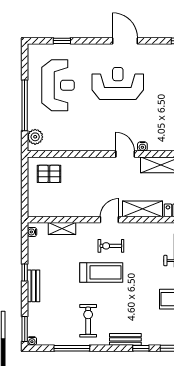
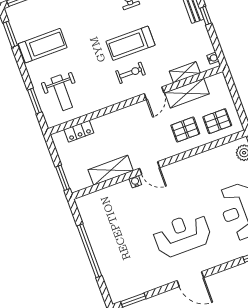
reception desk: (118, 83) -> (182, 235), turned 180
pallet: (80, 177) -> (185, 130), added
shelving: (143, 209) -> (187, 93), moved
door: (109, 220) -> (154, 93), moved

